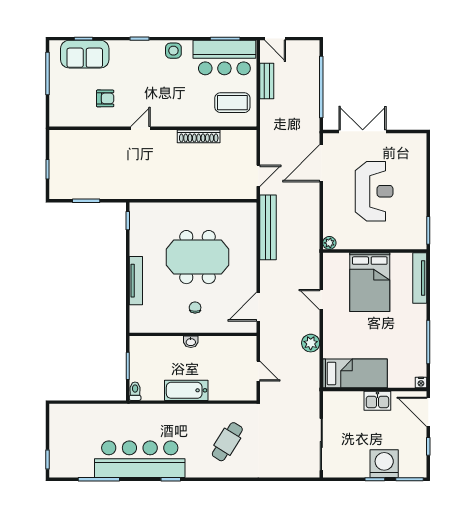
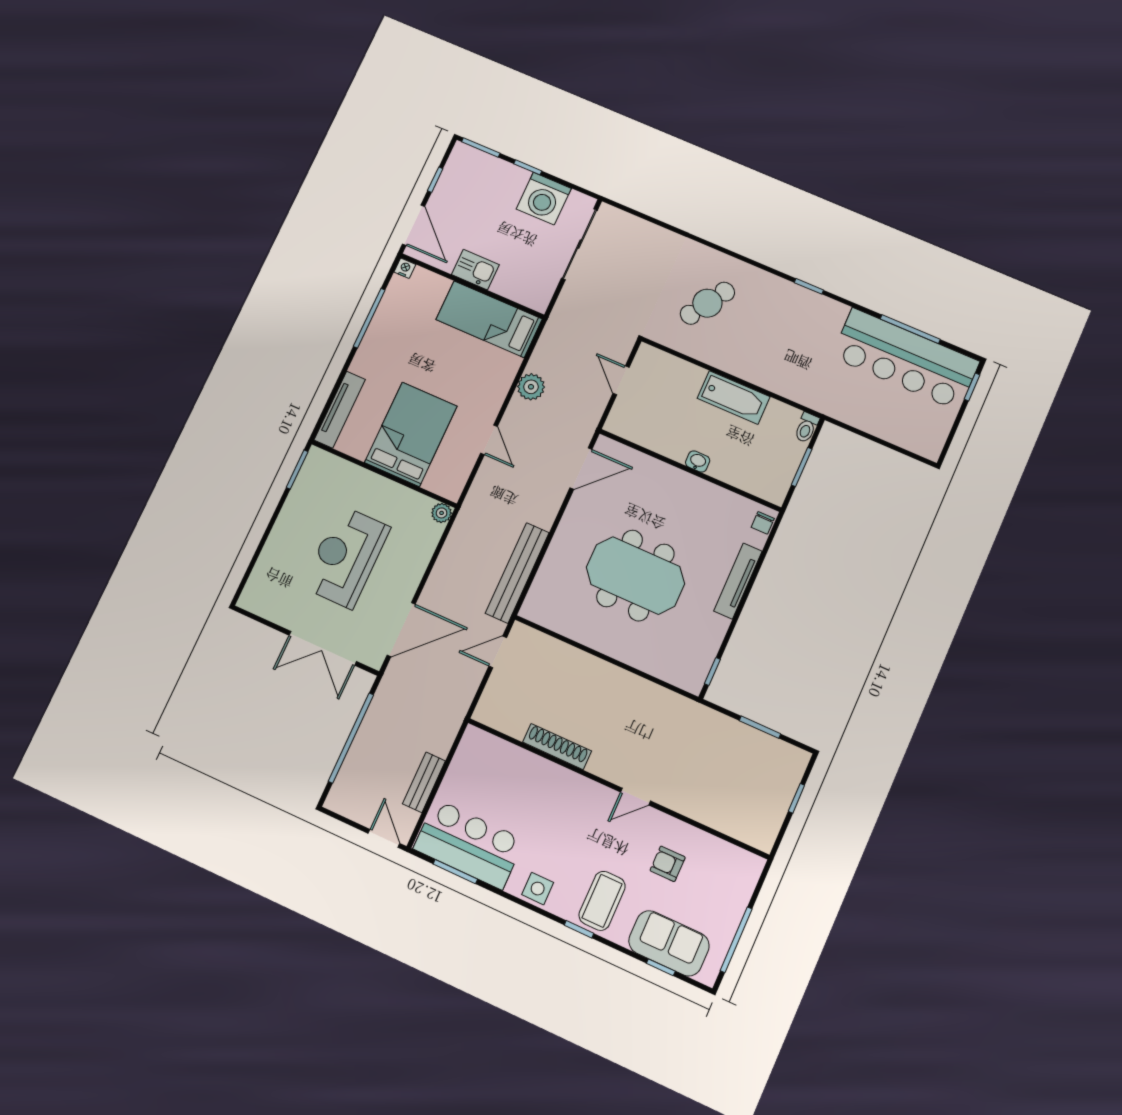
coffee table: (232, 103) -> (602, 901), moved, turned 90
chair: (195, 308) -> (763, 523), moved
bar counter: (140, 459) -> (905, 359), moved
washing machine: (384, 464) -> (544, 199), moved

